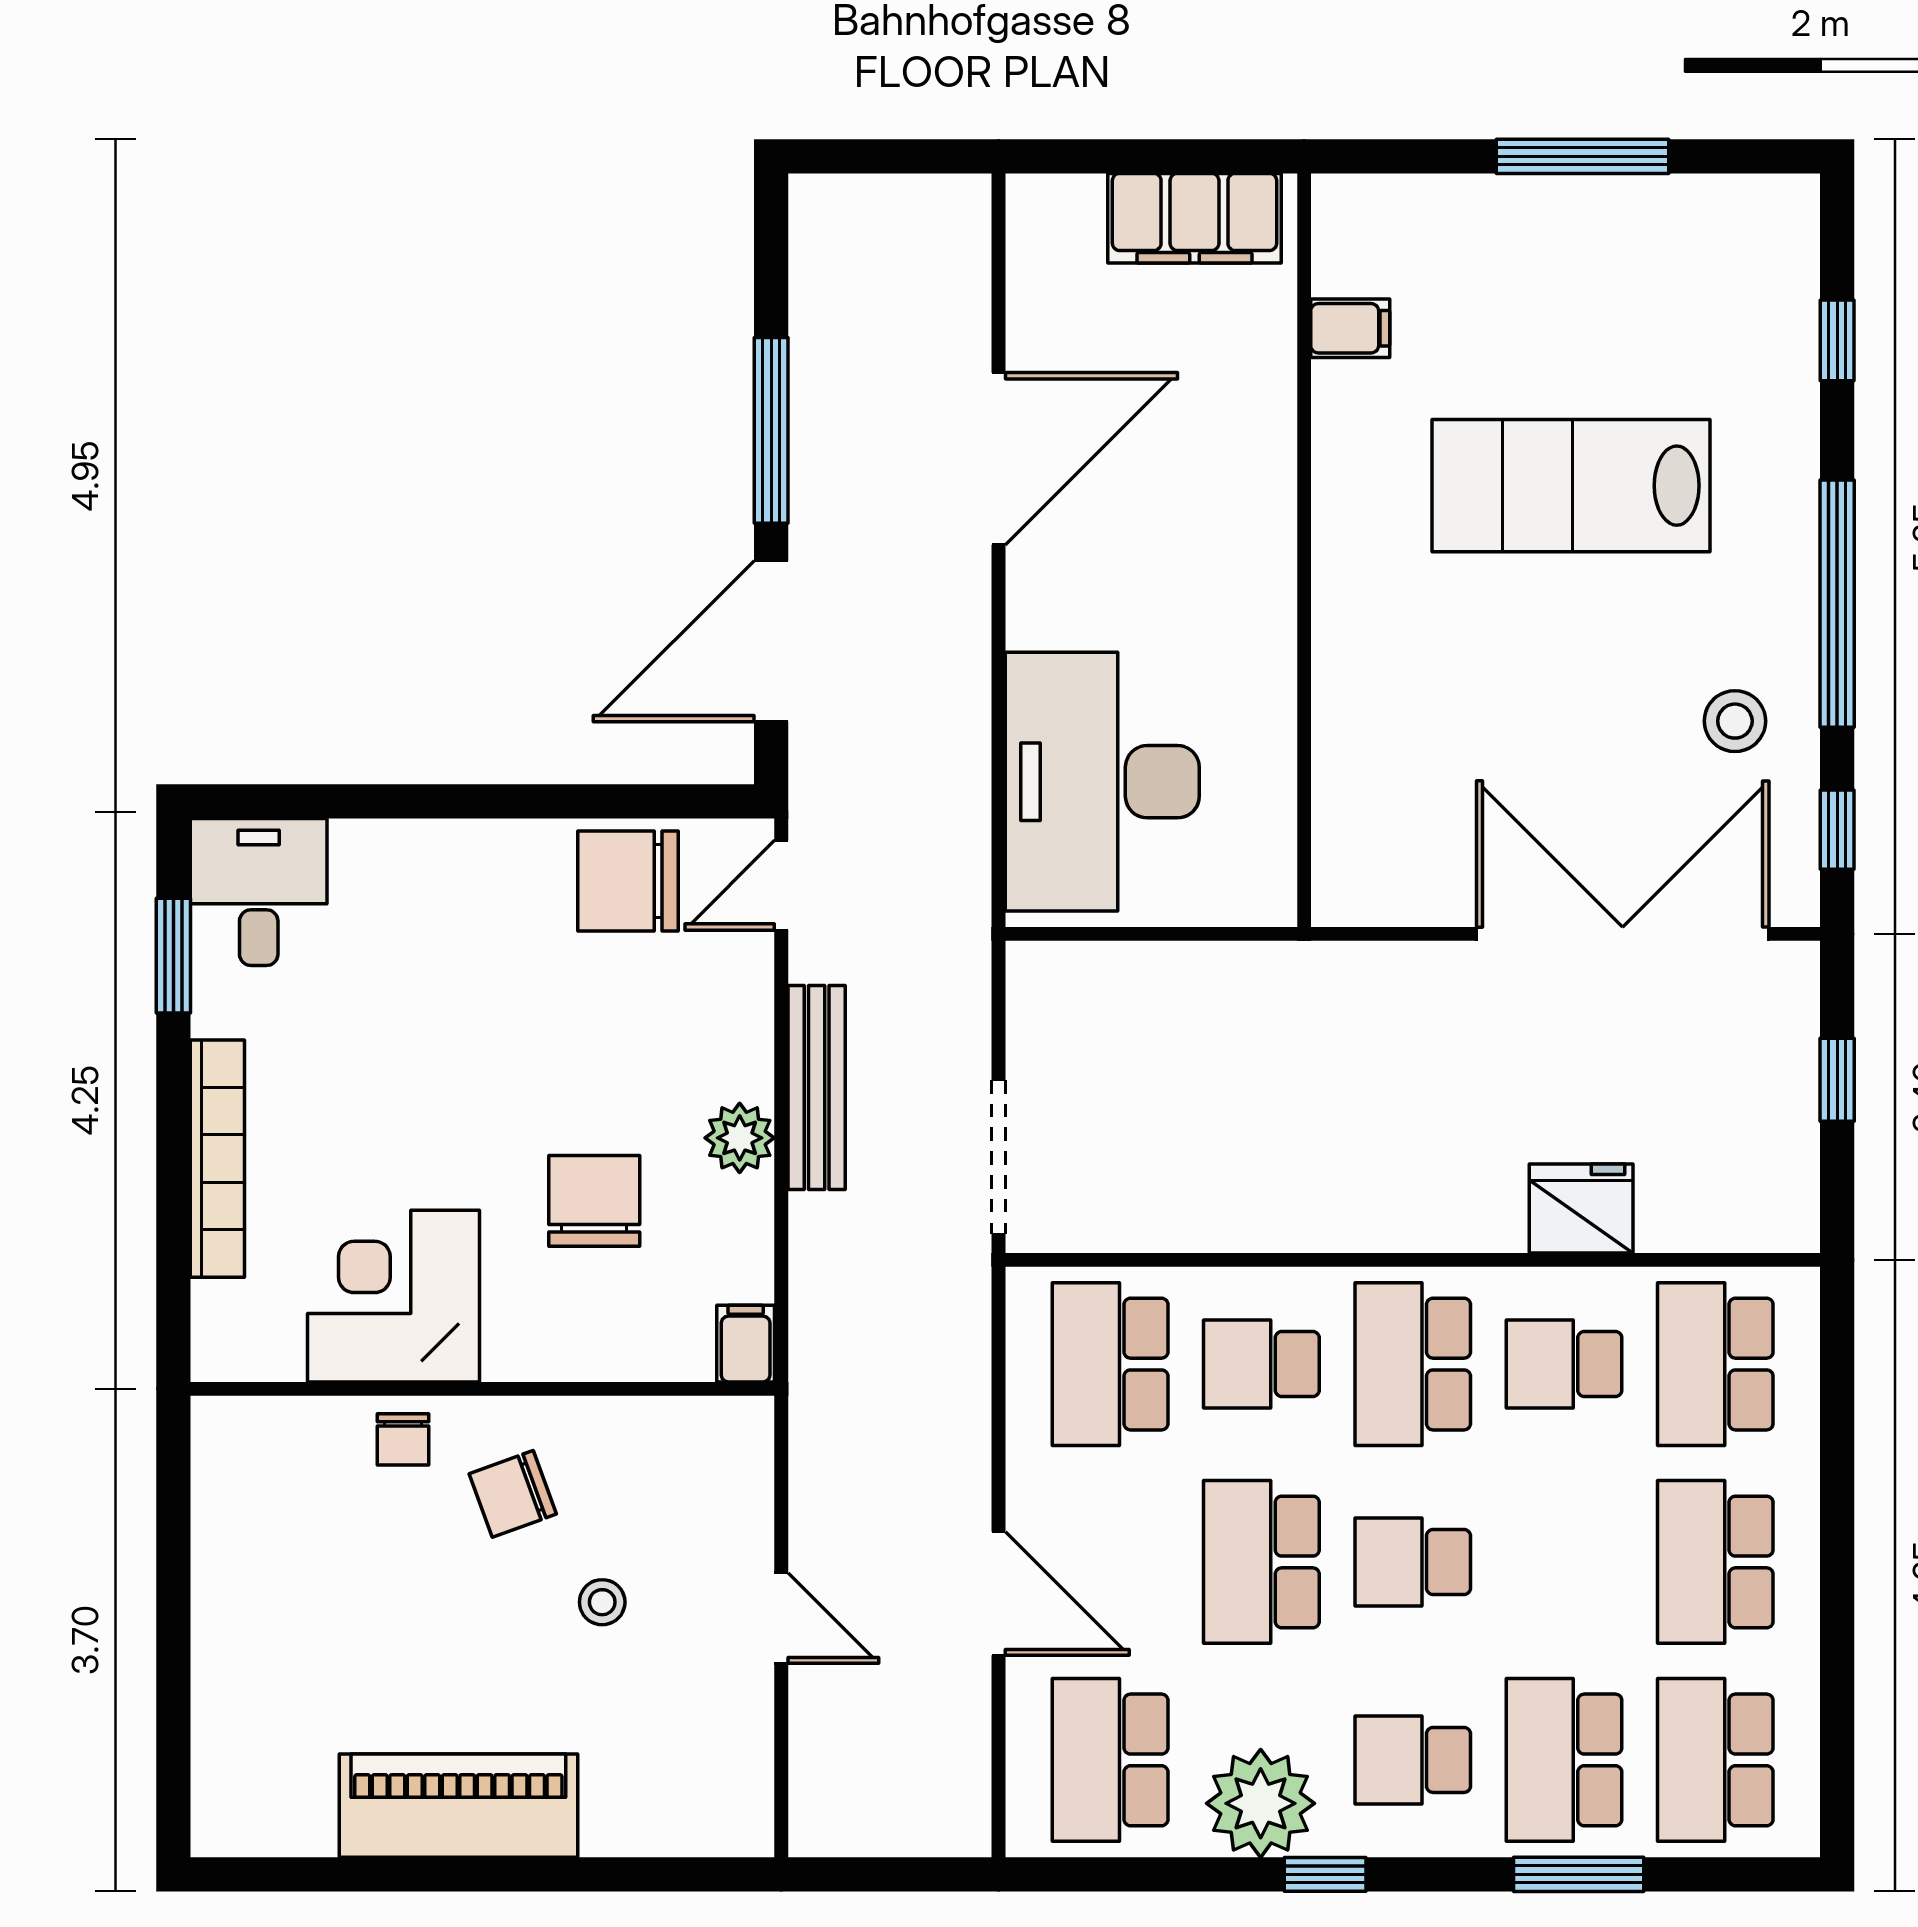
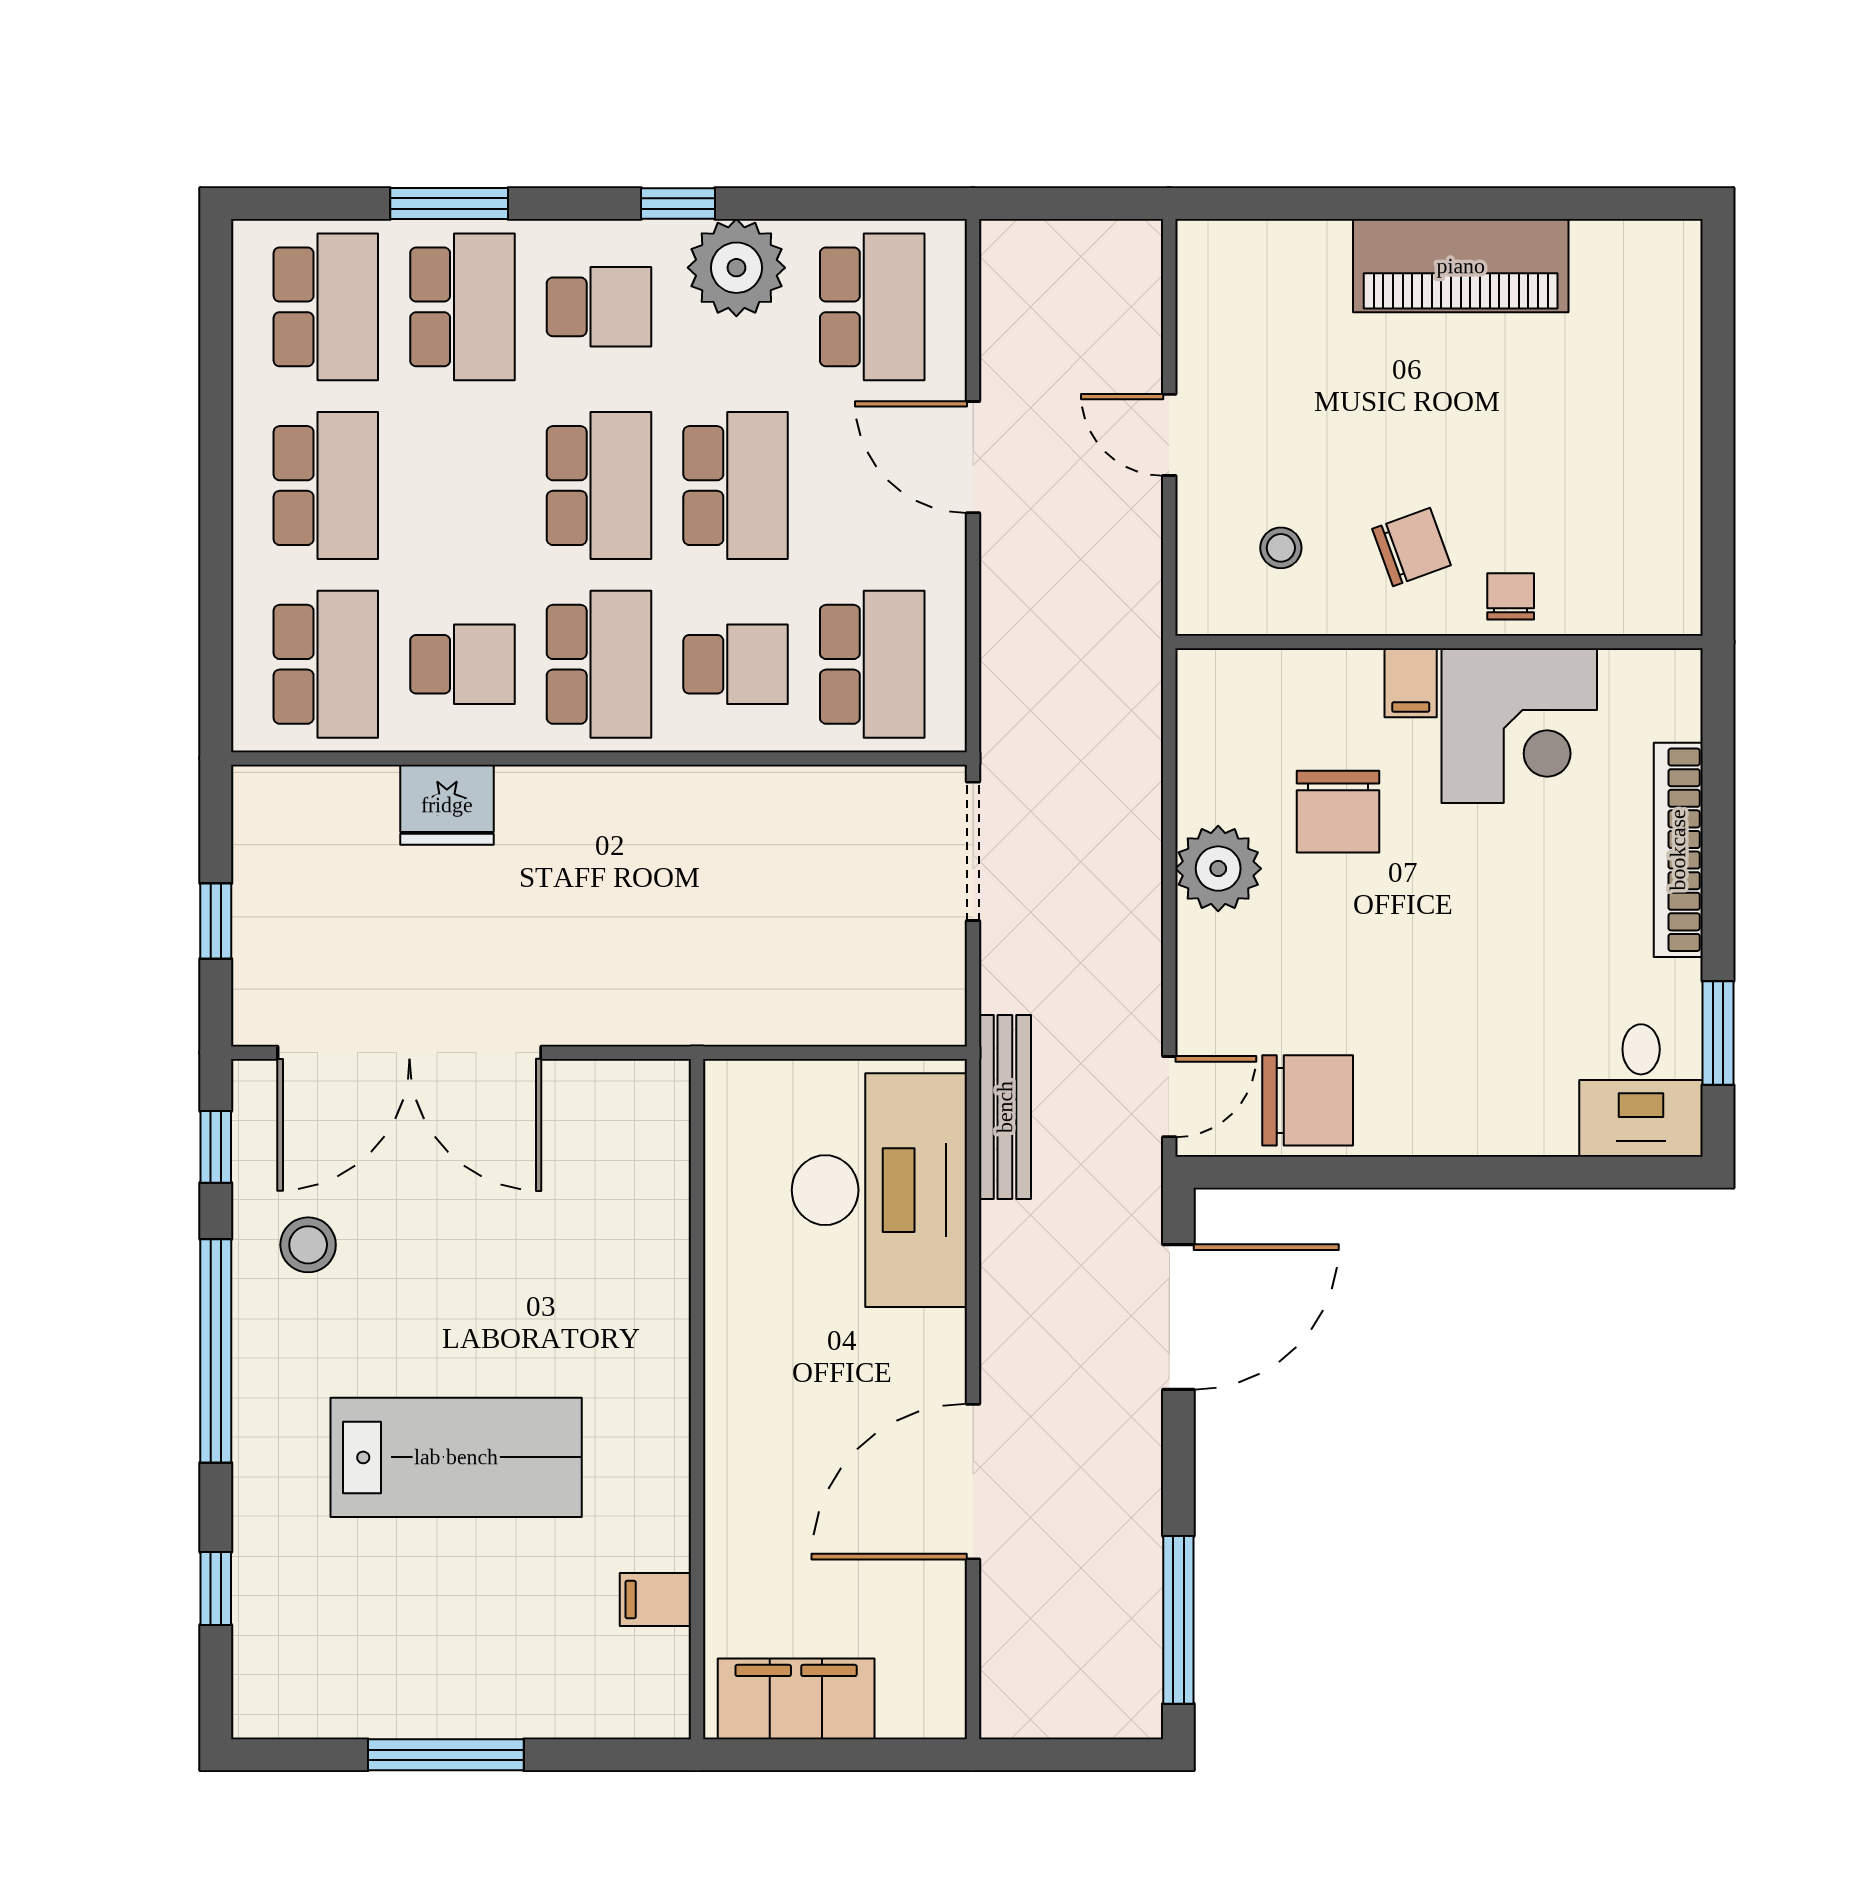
window: (771, 430) -> (1178, 1620), moved
bench: (817, 1087) -> (1005, 1107), moved
plant: (740, 1138) -> (1218, 869), width x1.36, depth x1.36
filing cabinet: (746, 1344) -> (1411, 683), moved
school desk: (1413, 1562) -> (599, 486), width x1.85
stool: (602, 1602) -> (1281, 548), moved

